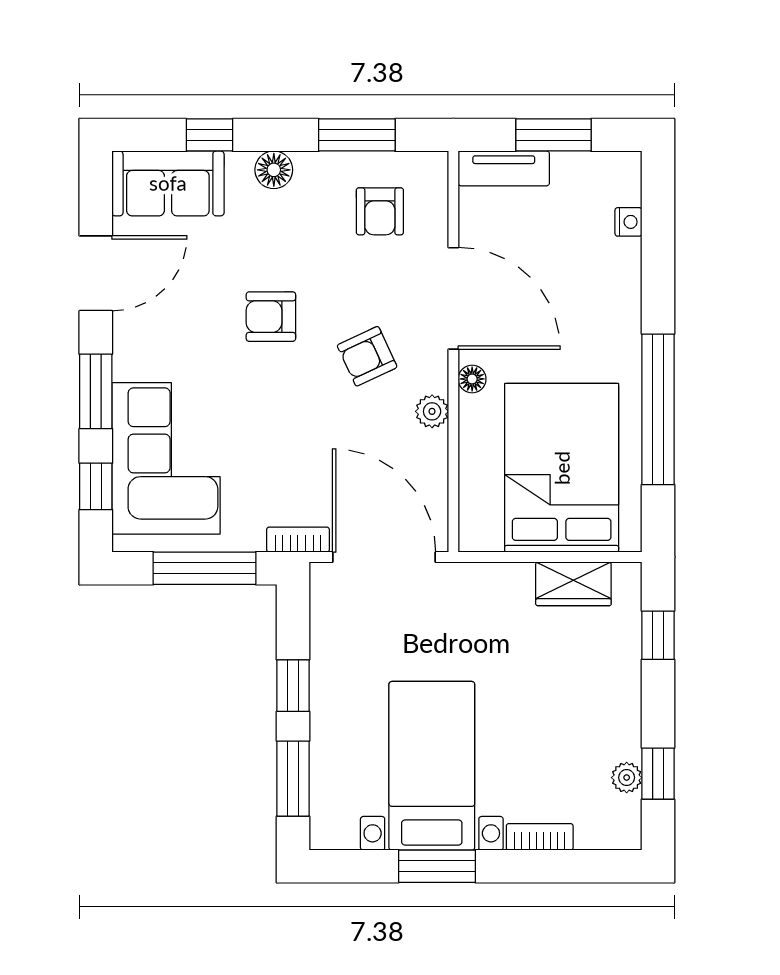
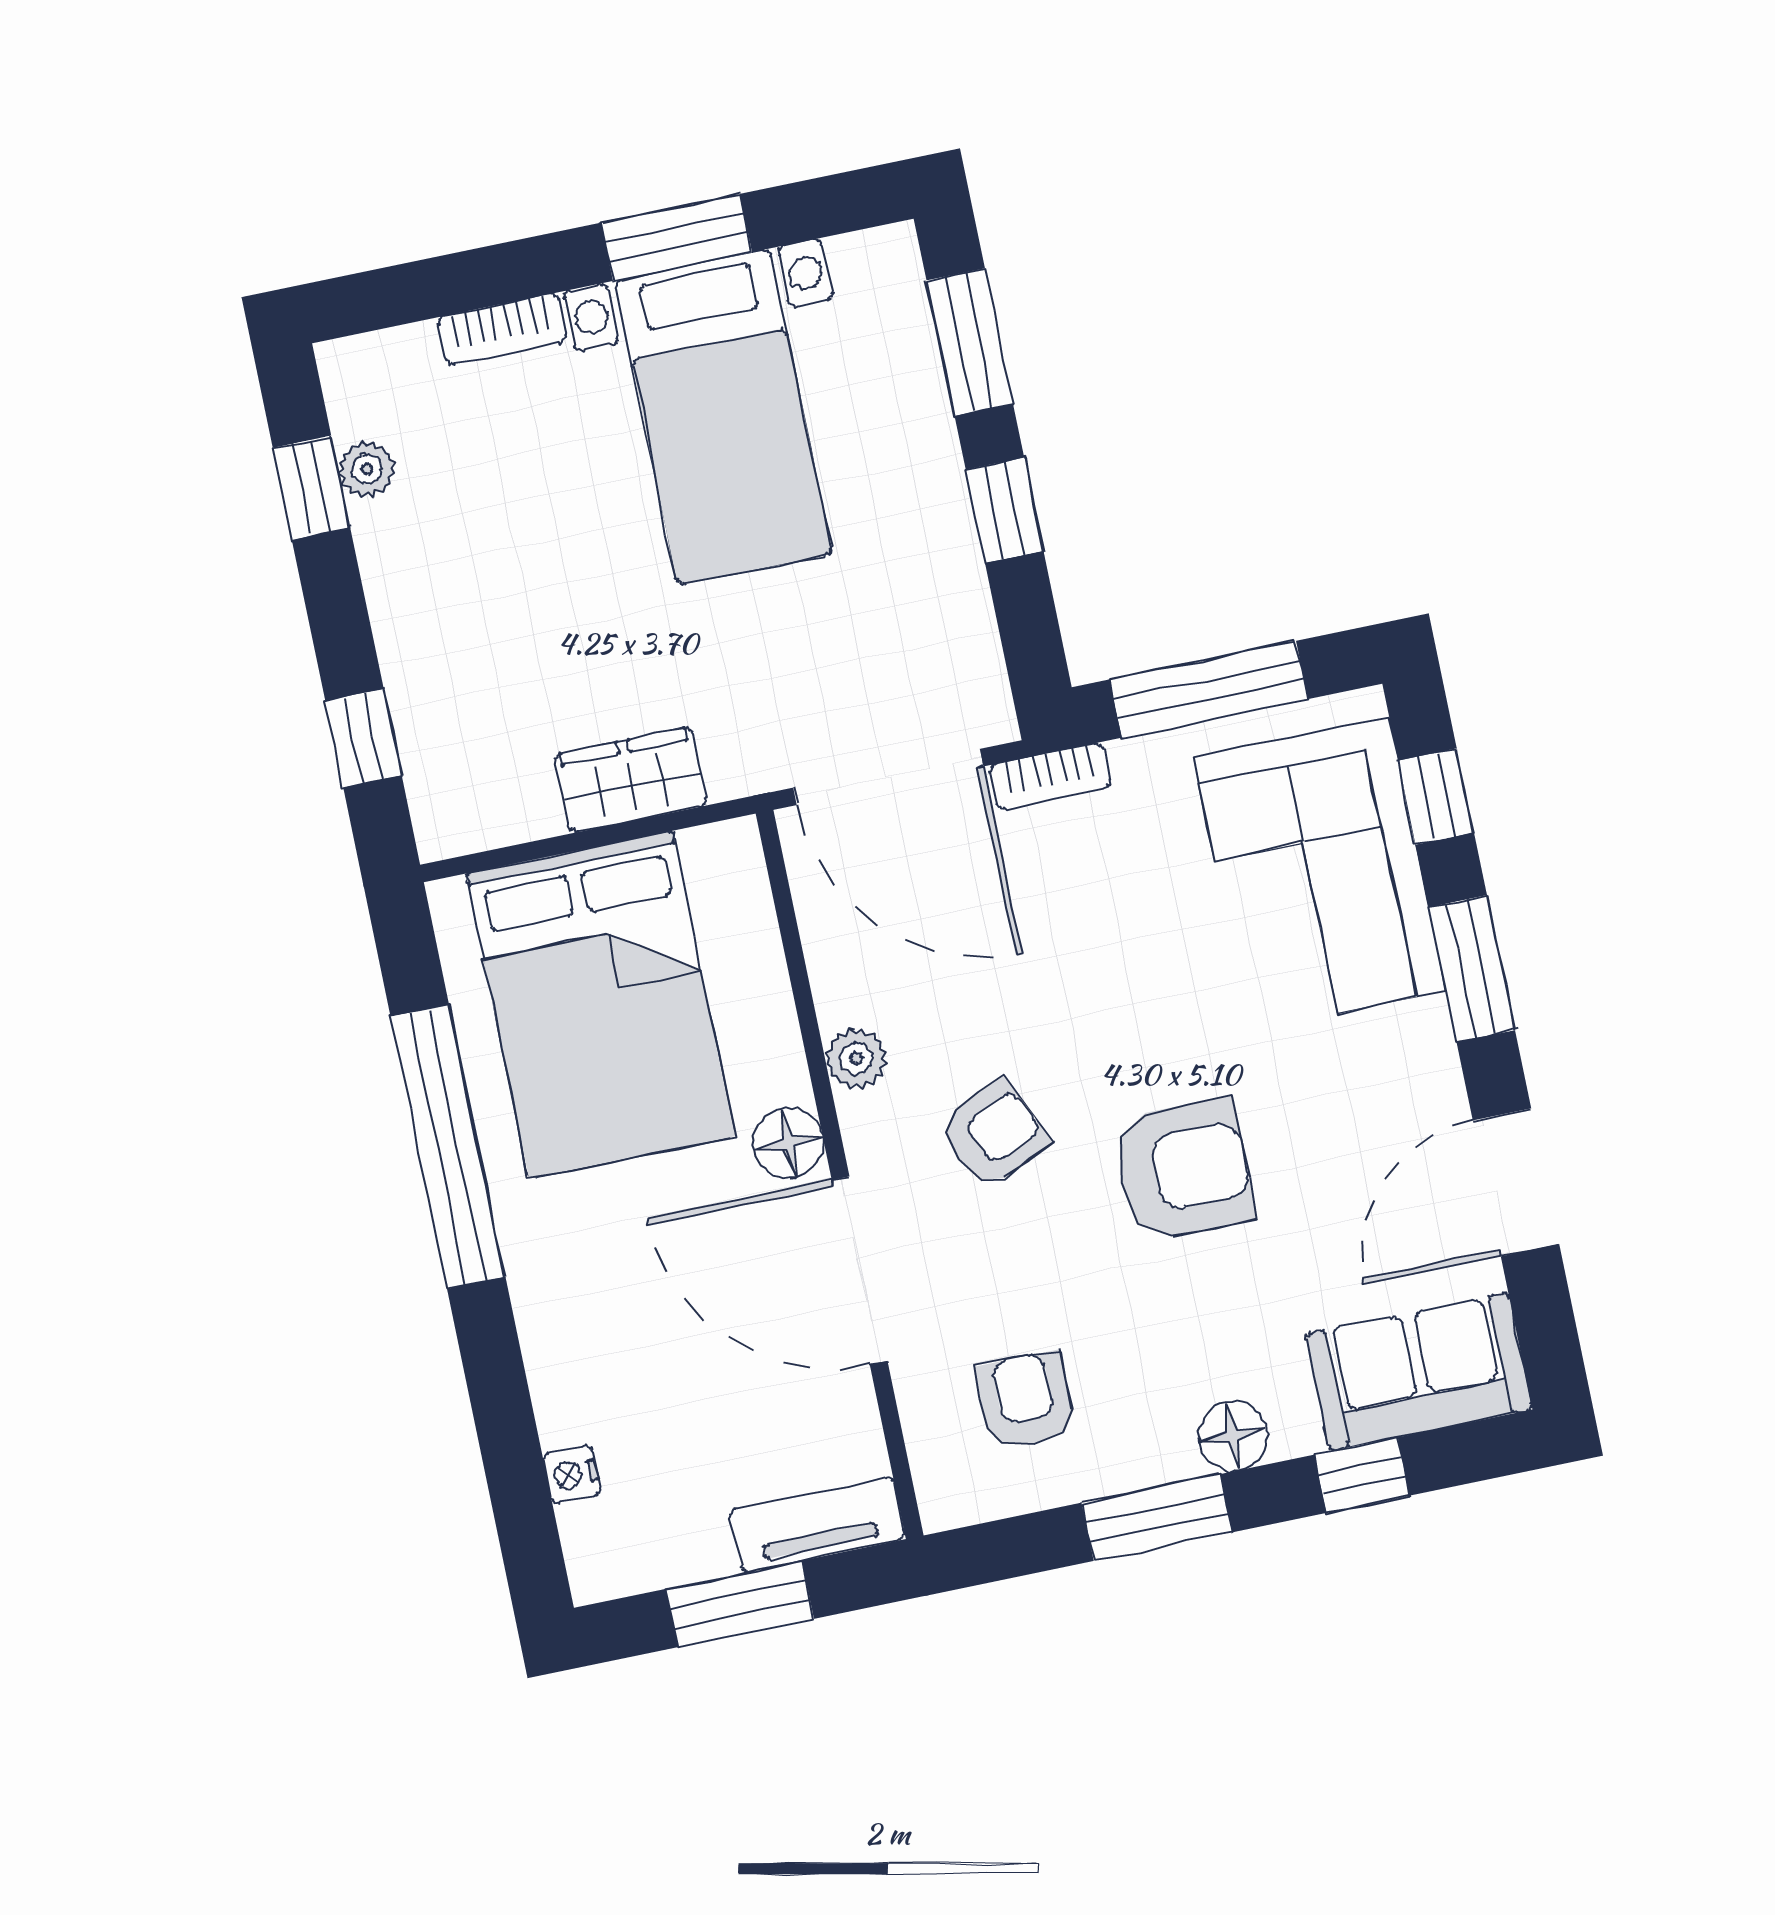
window: (357, 135) -> (1157, 1518), moved
armchair: (271, 317) -> (1183, 1169), width x1.38, depth x1.38
floor lamp: (472, 379) -> (788, 1143), width x1.37, depth x1.37
wardrobe: (573, 584) -> (630, 780), moved

